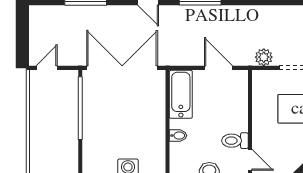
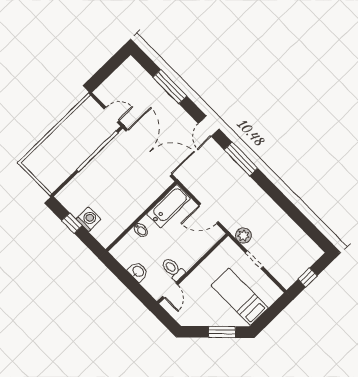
door: (47, 68) -> (112, 115), moved
door: (218, 68) -> (209, 214), swing flipped

